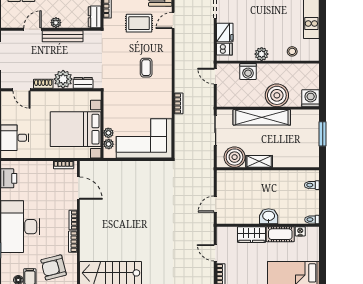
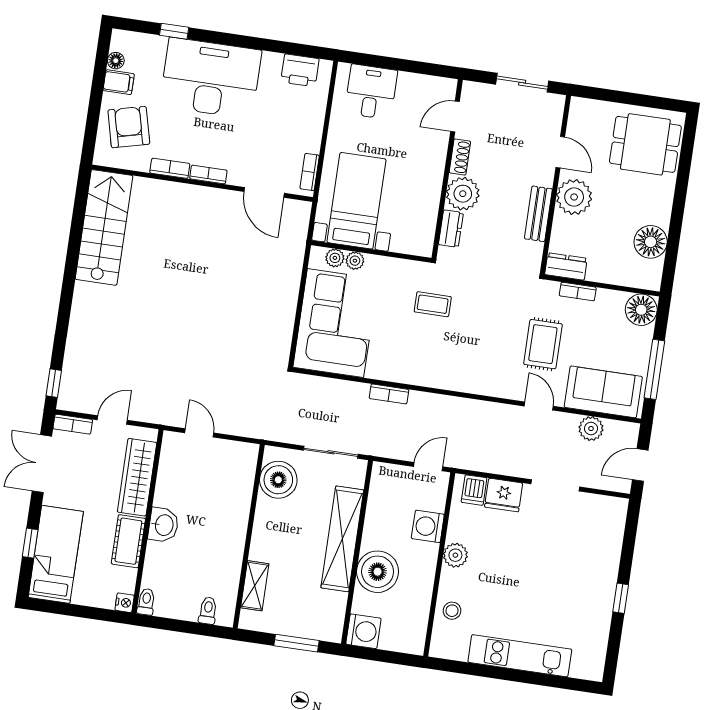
plant: (56, 23) -> (574, 197), width x1.88, depth x1.88
bench: (63, 36) -> (538, 214), width x0.73
coffee table: (146, 68) -> (433, 304), moved
bed with nightstands: (76, 129) -> (356, 201), width x0.73
shelving: (259, 161) -> (255, 586), moved
door: (78, 188) -> (264, 192), hinge flipped
nightstand: (300, 231) -> (125, 603), moved
wardrobe: (252, 235) -> (137, 477), width x1.50

